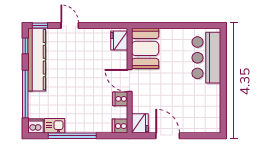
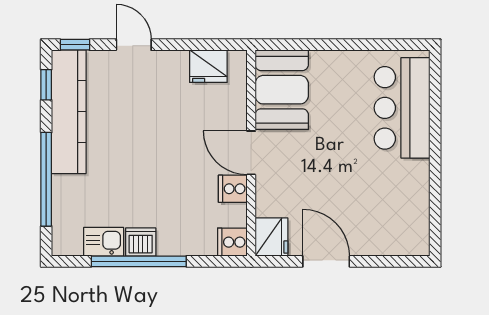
fridge: (119, 40) -> (208, 66), moved, turned -90
dishwasher: (36, 126) -> (141, 242), moved

